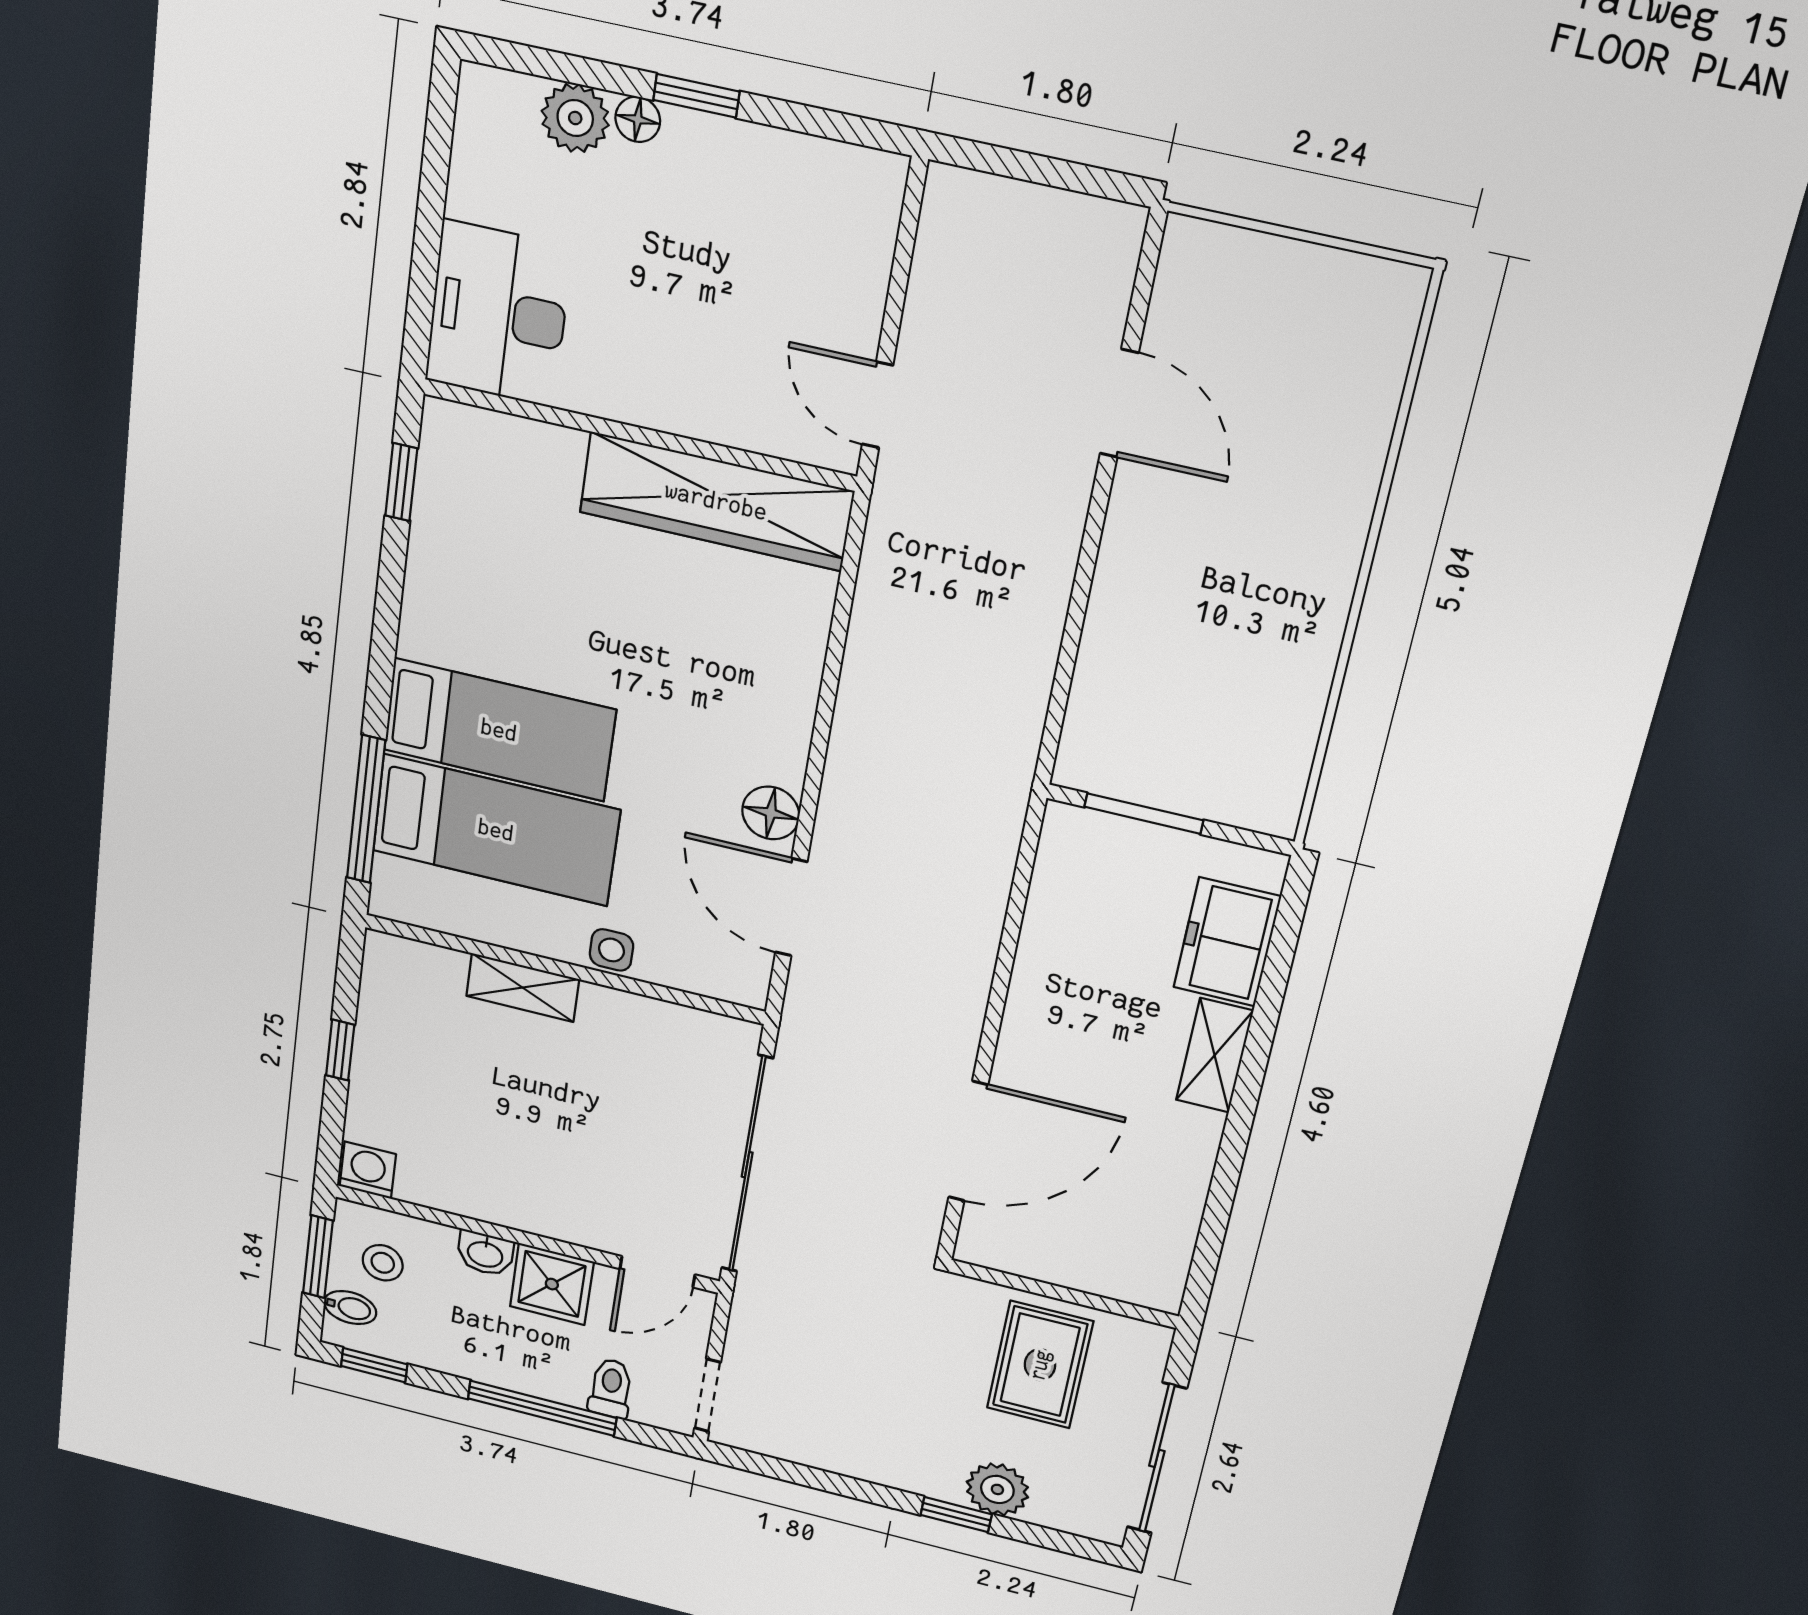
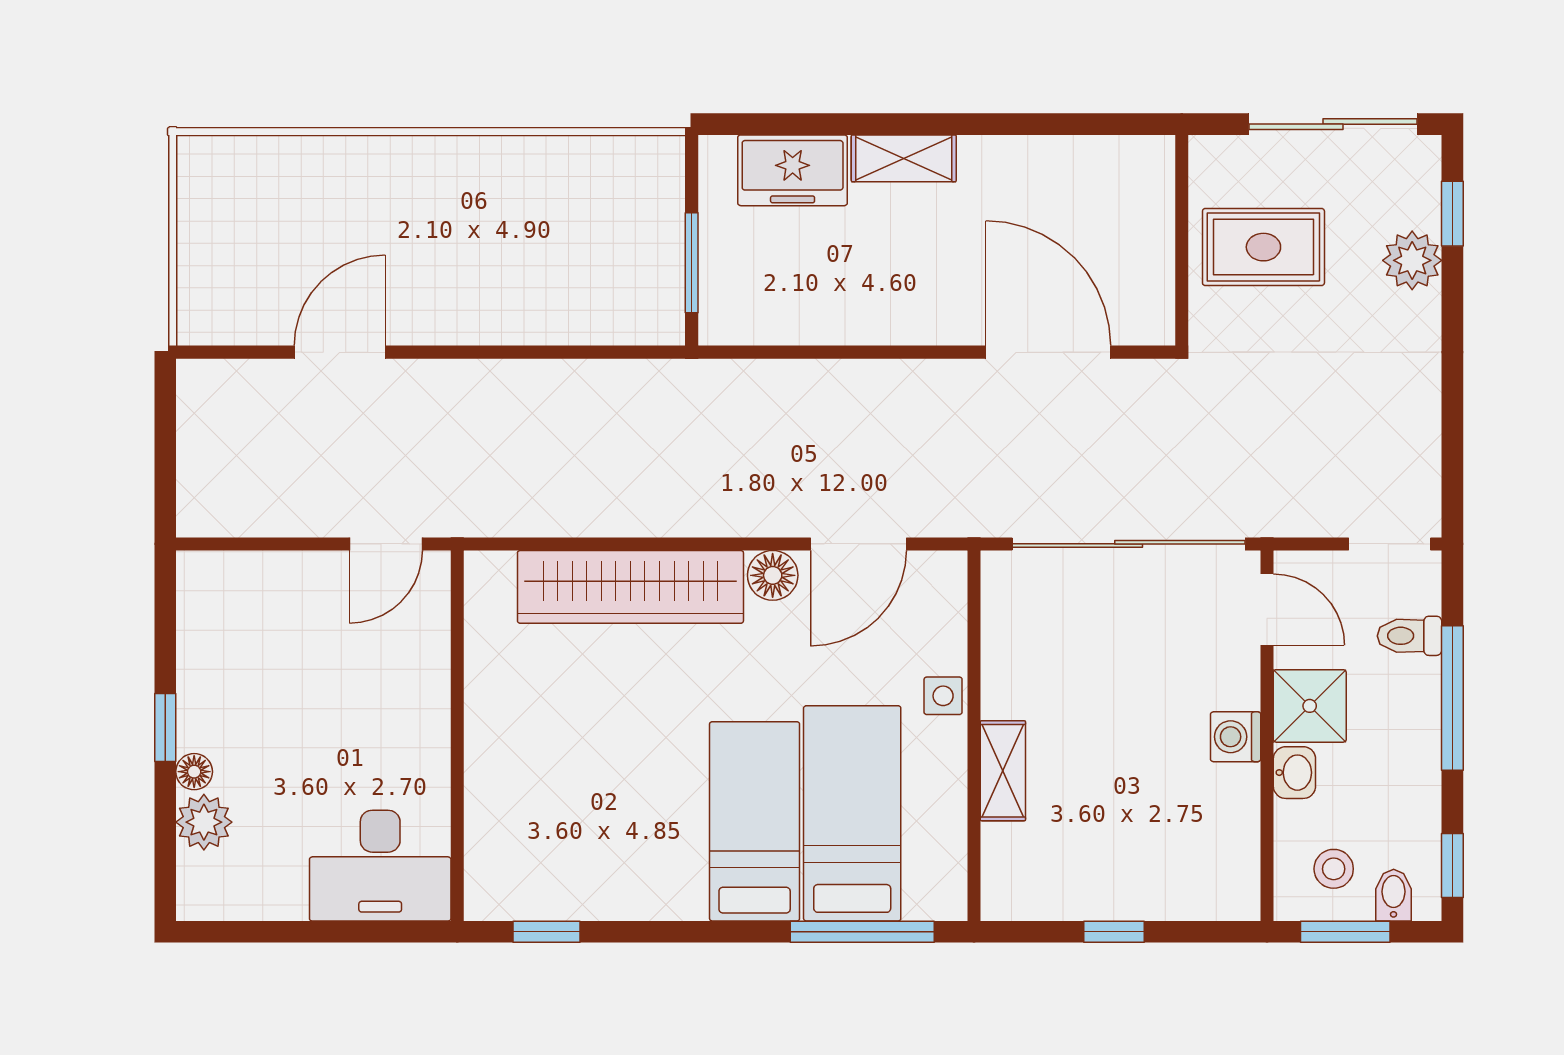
wardrobe: (716, 501) -> (630, 587), moved, turned 90
washing machine: (368, 1170) -> (1236, 737), moved
window: (956, 1515) -> (1452, 214), moved

